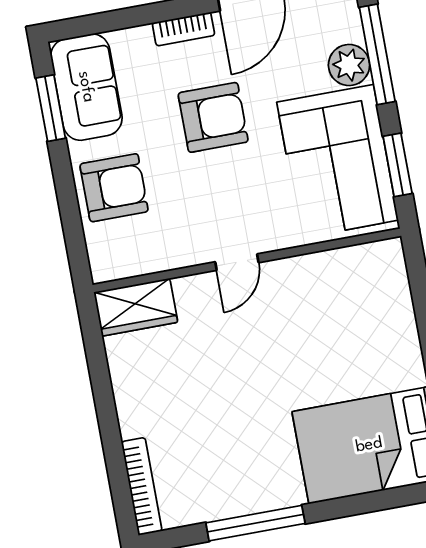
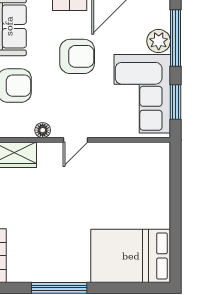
floor lamp: (177, 256) -> (43, 130), added

